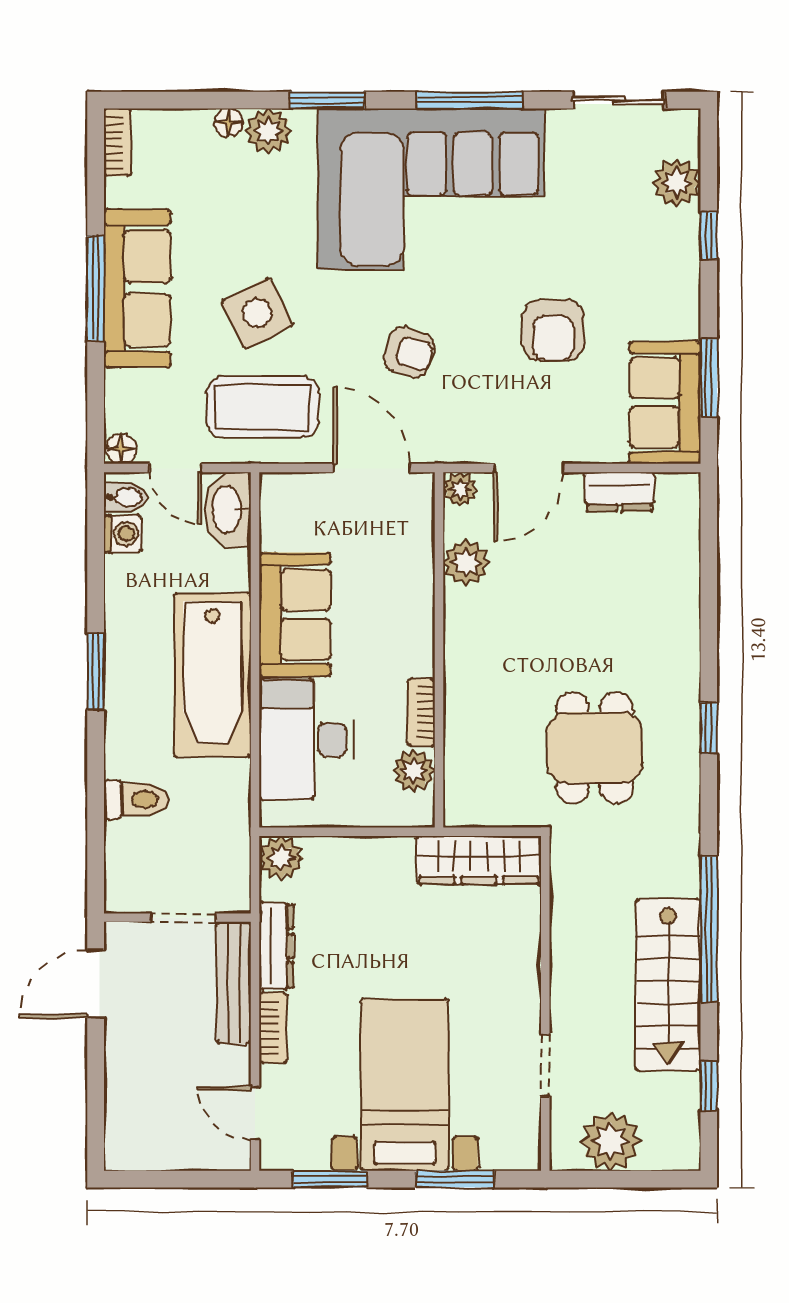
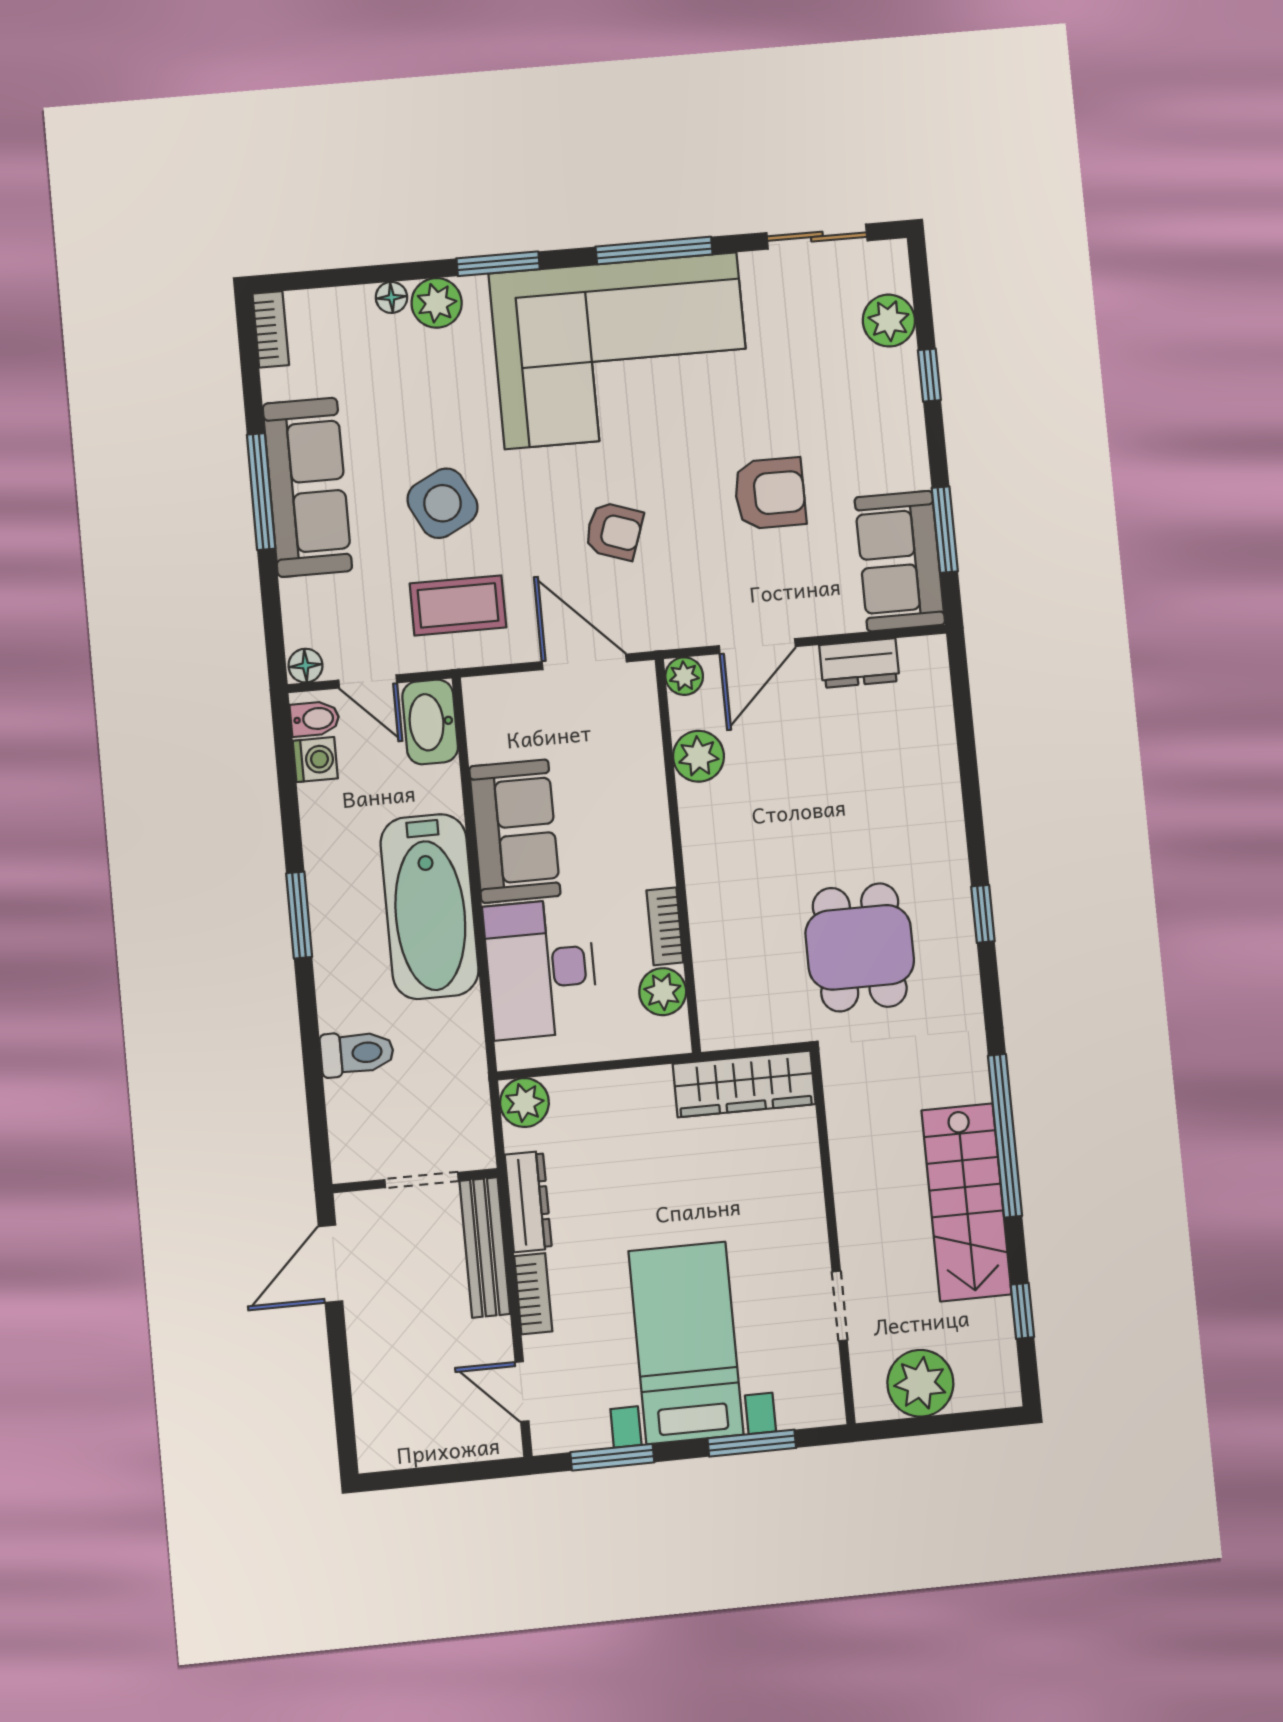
armchair: (553, 331) -> (770, 493), turned -90
coffee table: (263, 407) -> (458, 605), width x0.73, depth x0.76

